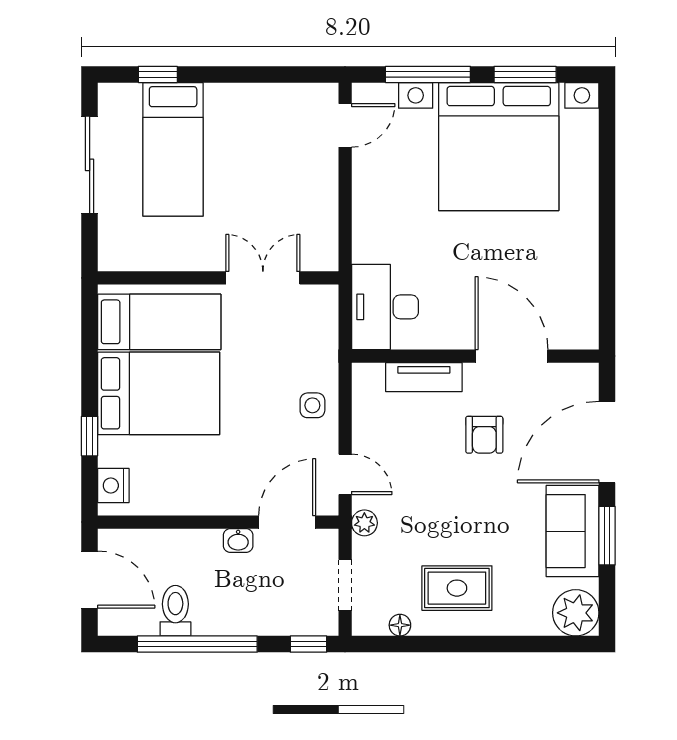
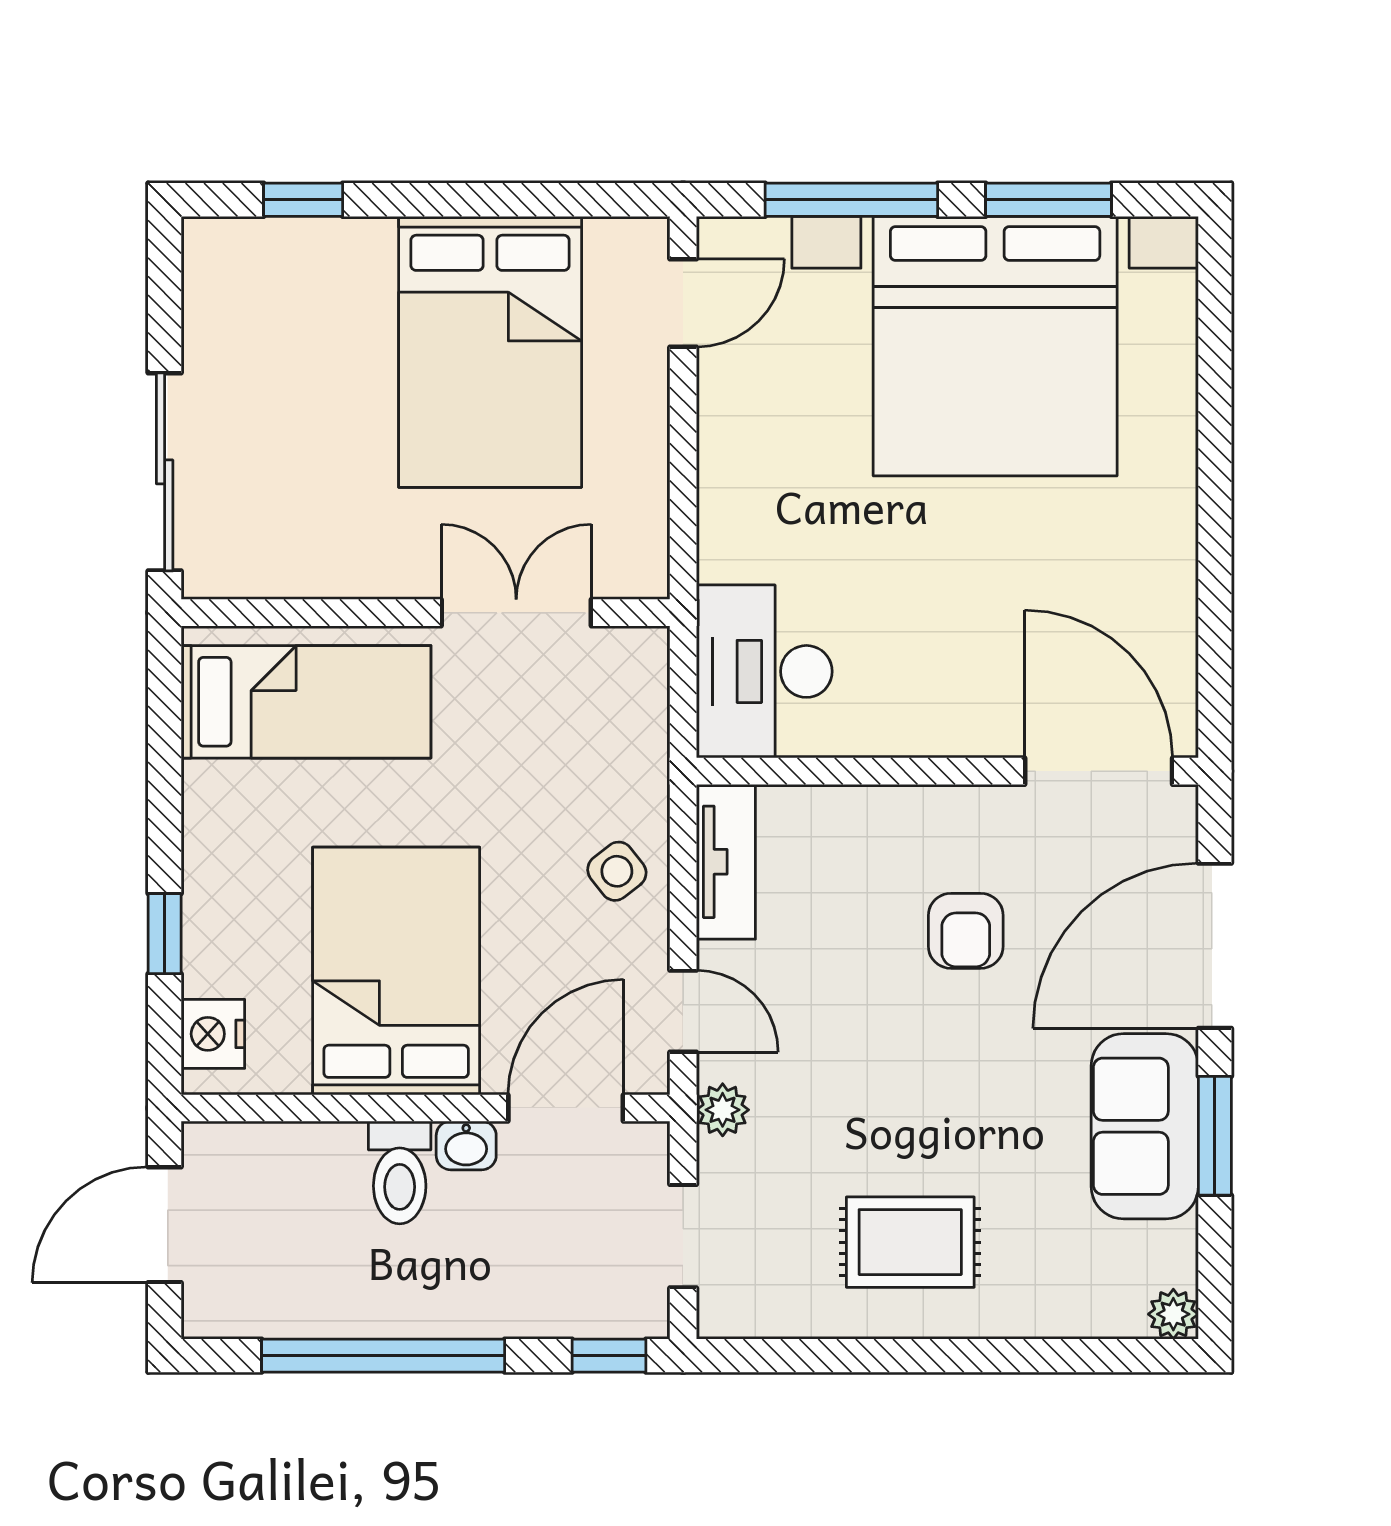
bed: (173, 149) -> (490, 352), moved, width x1.50
sliding door: (90, 165) -> (165, 472), moved
door: (511, 356) -> (1099, 771), moved
tv unit: (424, 377) -> (726, 862), moved, turned -90
bed: (159, 393) -> (396, 971), moved, turned -90
side table: (312, 405) -> (617, 871), turned -38
door: (90, 580) -> (165, 1225), swing flipped
toilet: (175, 611) -> (400, 1173), moved, turned 180
plant: (576, 613) -> (1173, 1314), width x0.53, depth x0.53
floor lamp: (400, 625) -> (795, 1317), removed

